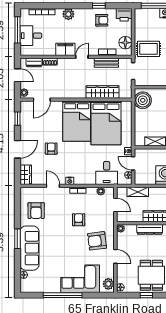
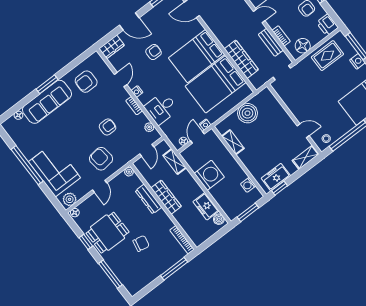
rug: (148, 49) -> (327, 56), moved, turned 90
boiler: (143, 100) -> (247, 113), moved
desk: (107, 173) -> (161, 108), moved

